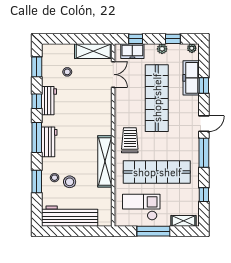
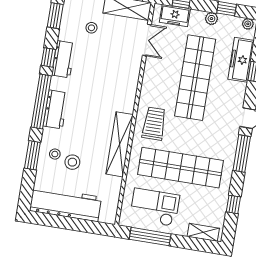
window: (37, 137) -> (41, 102), width x1.46
window: (153, 231) -> (150, 237), moved

